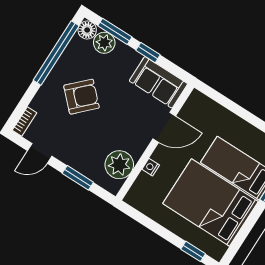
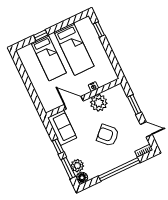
window: (56, 53) -> (119, 169), moved
armchair: (81, 97) -> (108, 135), moved
plant: (119, 165) -> (99, 103), moved
bed: (210, 203) -> (74, 49), width x0.67

